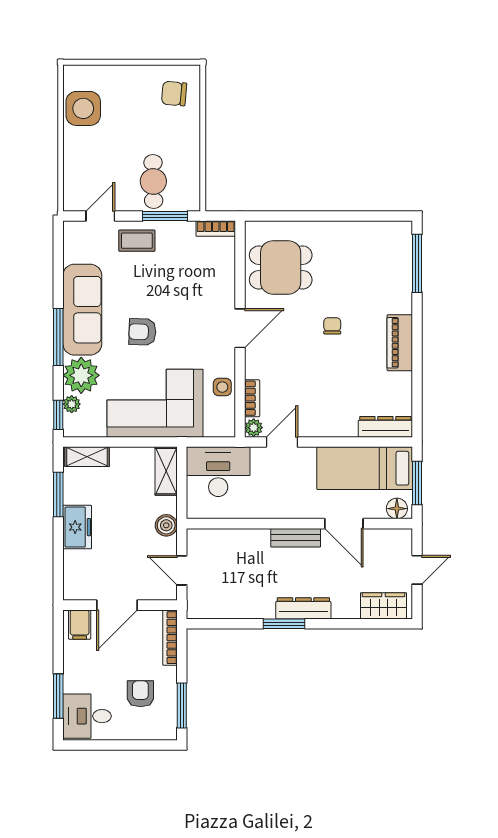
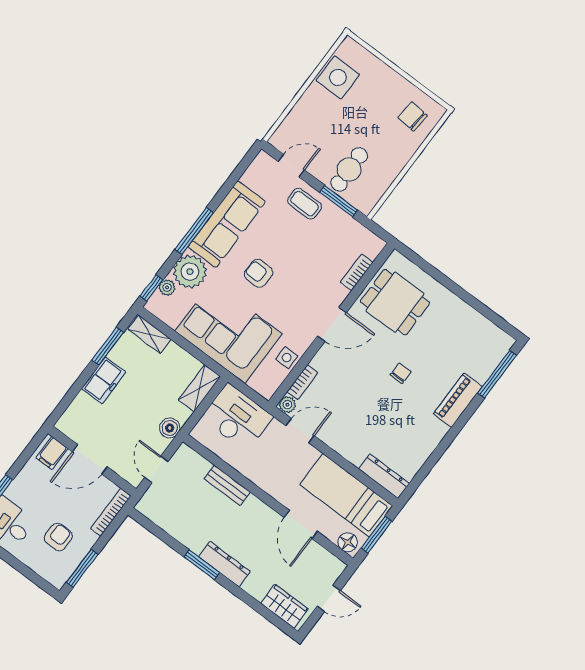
bookcase: (216, 229) -> (357, 272), moved, turned 90
piano: (400, 343) -> (458, 400), moved
bench: (296, 538) -> (227, 485), moved

